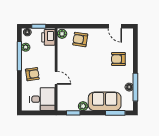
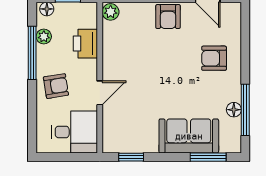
printer: (48, 37) -> (85, 44), moved
armchair: (80, 39) -> (168, 17), moved, turned -99
door: (56, 78) -> (100, 93), hinge flipped
plant: (83, 106) -> (149, 145), removed

